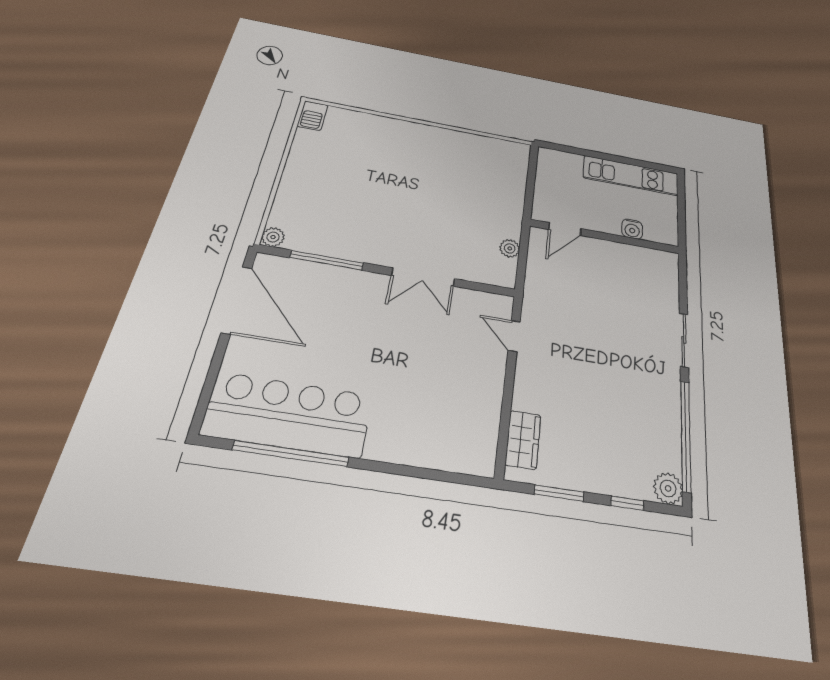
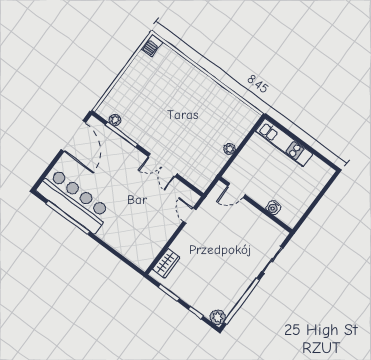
kitchen unit: (631, 176) -> (284, 142), moved
door: (565, 229) -> (236, 190), moved
water cooler: (632, 229) -> (273, 208), moved
wall: (605, 236) -> (256, 205), moved
plant: (273, 237) -> (115, 120), moved
plant: (510, 248) -> (229, 149), moved

